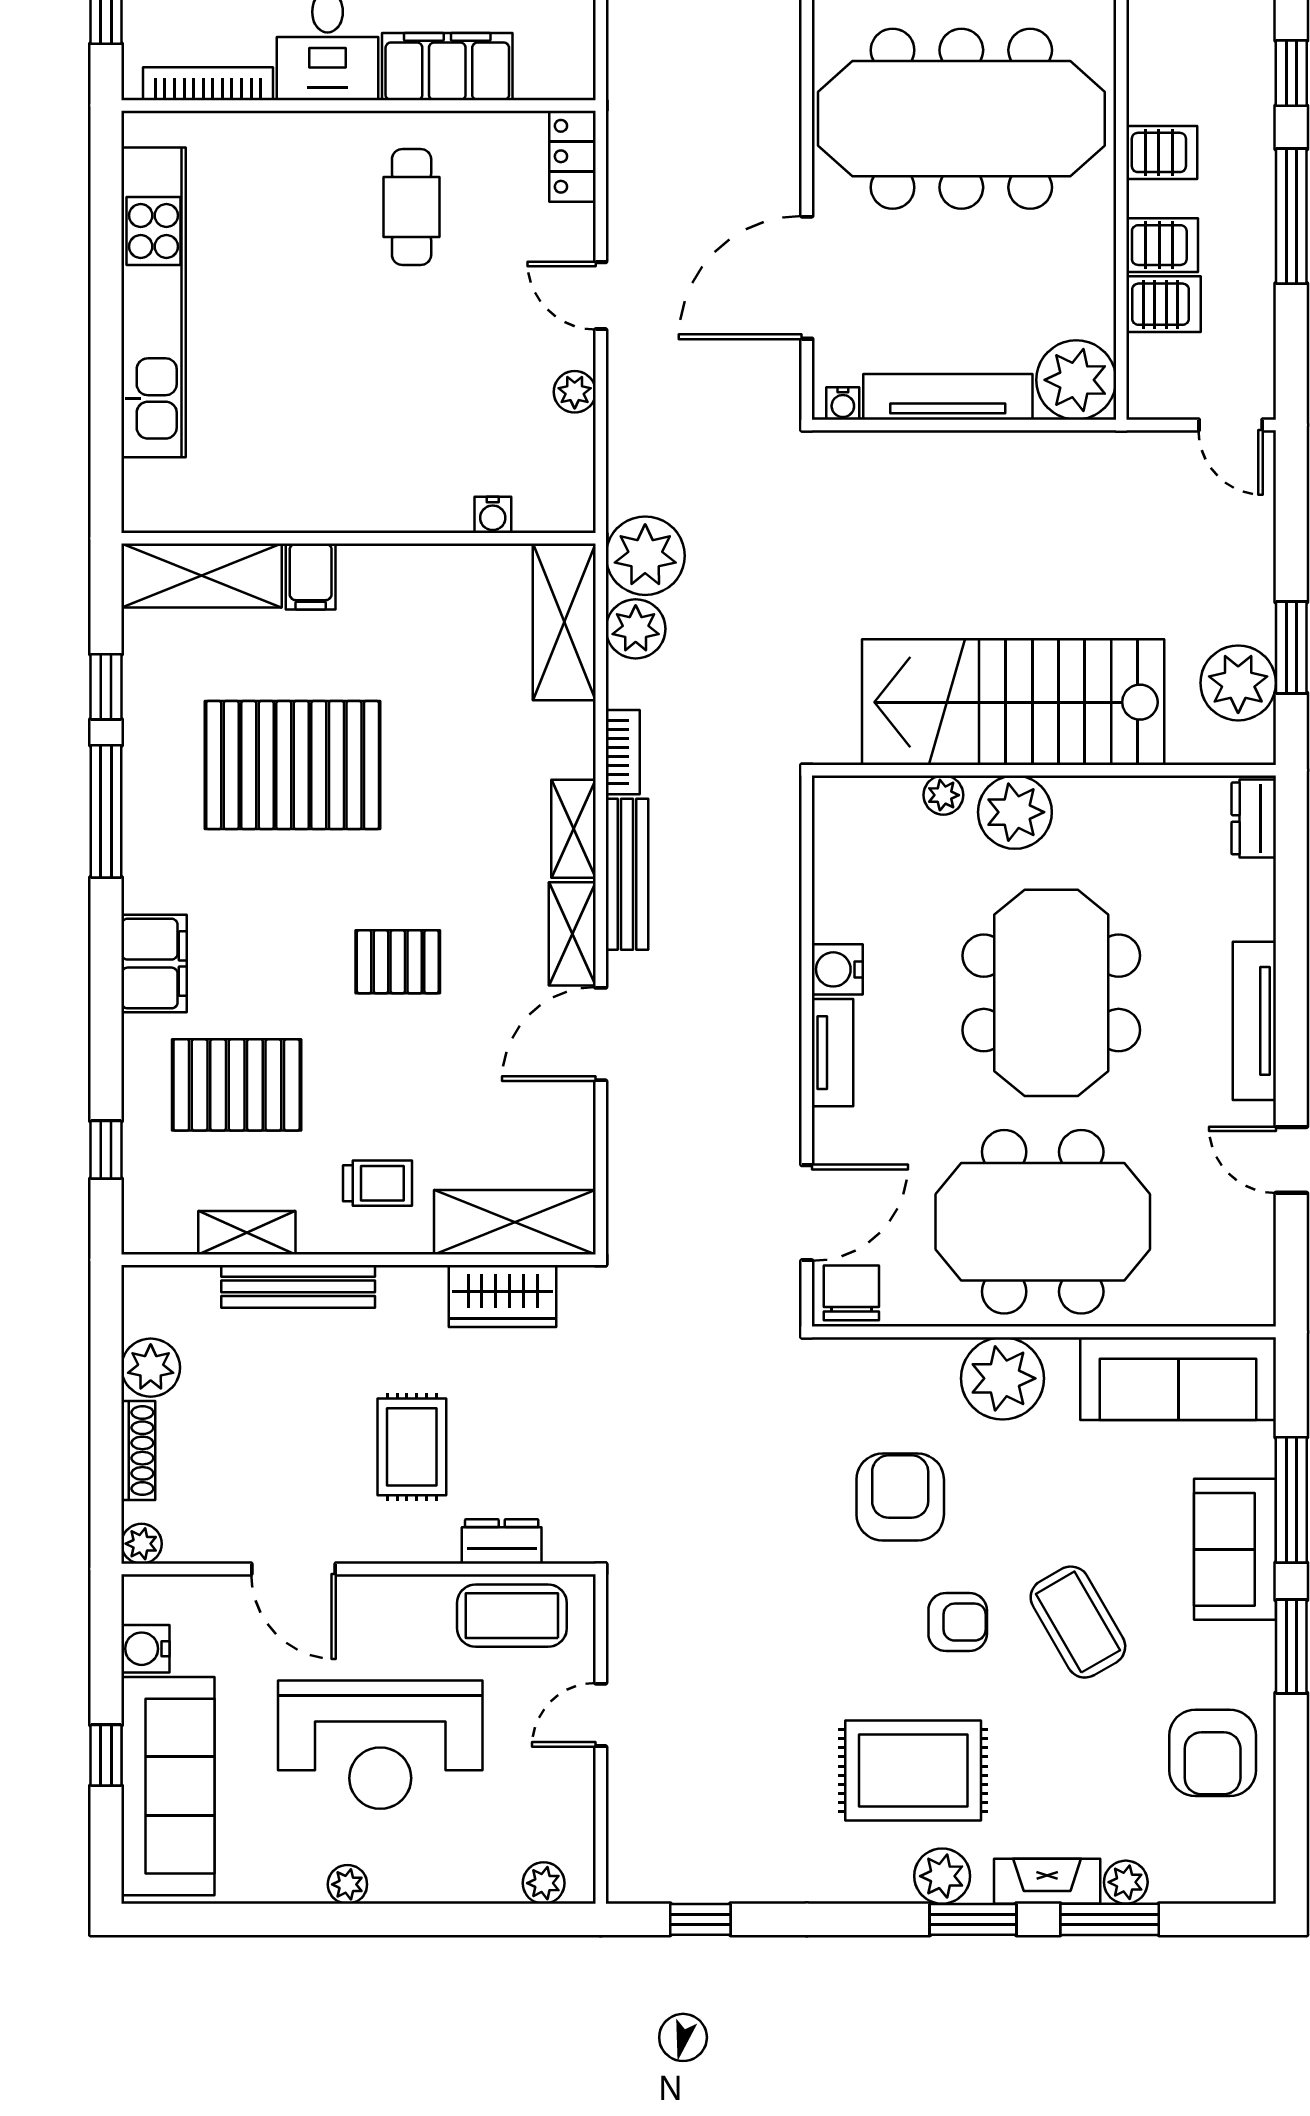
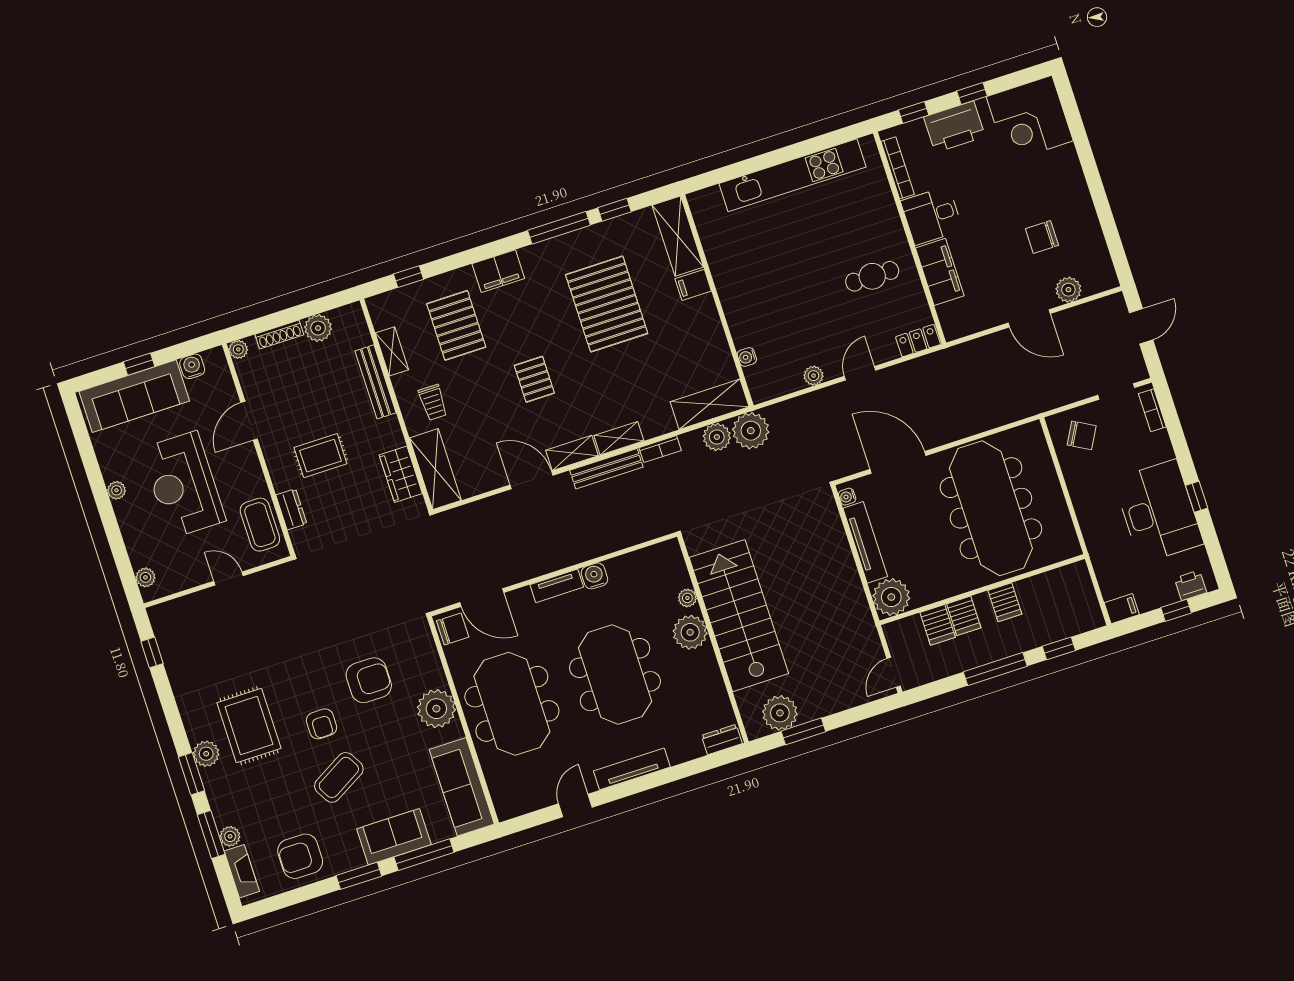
meeting table: (1051, 993) -> (615, 675), turned 90
fireplace: (1047, 1881) -> (242, 871), moved

